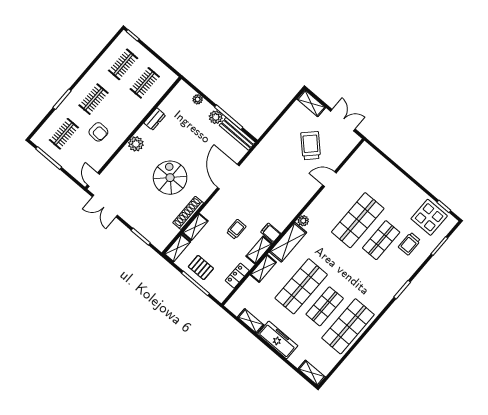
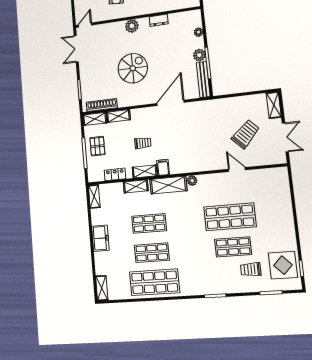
shoe rack: (188, 213) -> (102, 105), moved
shop shelf: (301, 286) -> (149, 223), width x0.70, depth x0.74
shelving: (251, 321) -> (94, 196), moved
freezer: (278, 340) -> (100, 238), width x0.71

